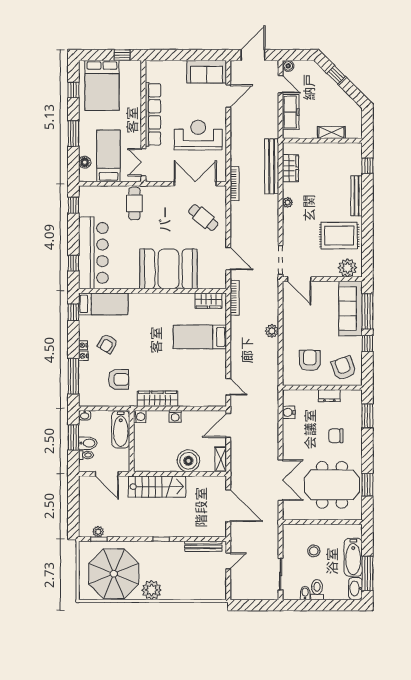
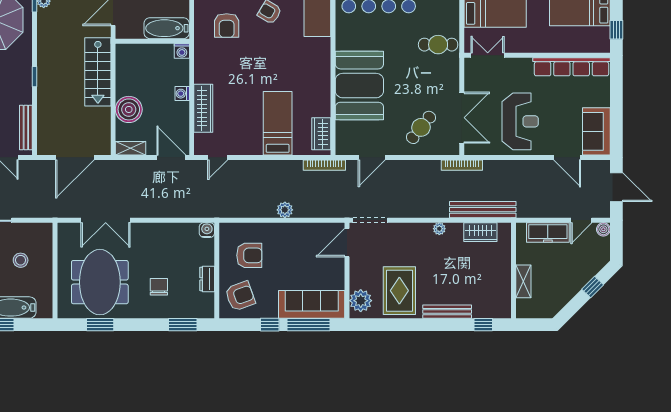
row of seats: (153, 114) -> (572, 67), moved
wardrobe: (157, 399) -> (203, 108), moved
water cooler: (289, 412) -> (207, 230), moved

